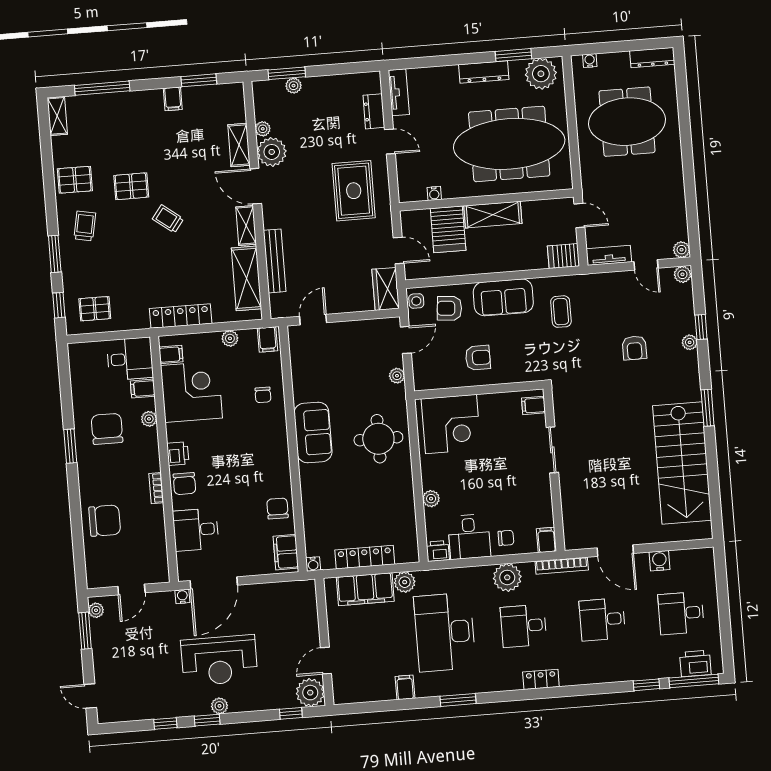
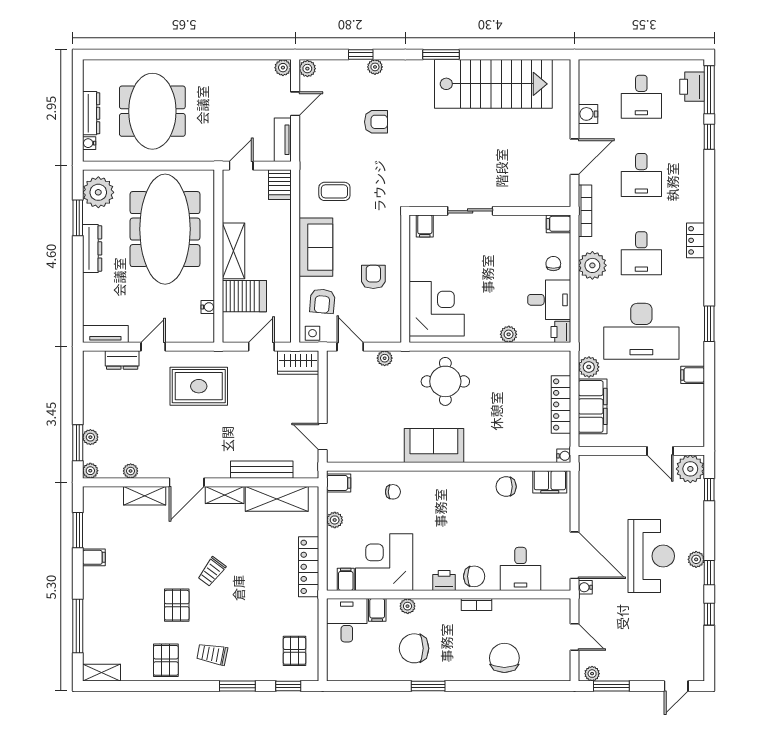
dresser: (652, 57) -> (91, 113), moved
plant: (272, 152) -> (90, 471), moved, width x0.53, depth x0.53

